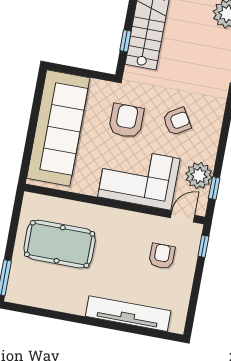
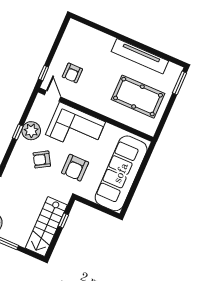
plant: (199, 176) -> (31, 131), moved
window: (214, 188) -> (18, 132), moved
door: (183, 217) -> (53, 96), swing flipped
tv unit: (128, 314) -> (140, 56), moved

